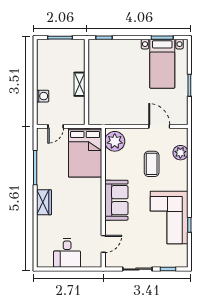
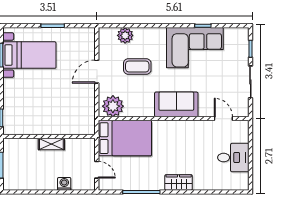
door: (159, 126) -> (97, 72), moved

